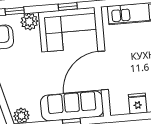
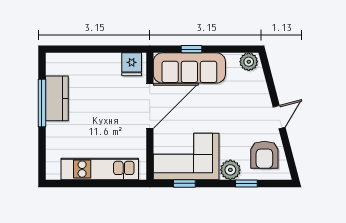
fridge: (138, 104) -> (132, 64), moved

